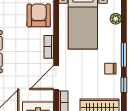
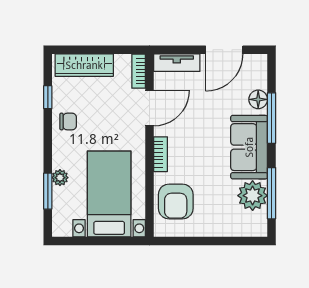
plant: (116, 19) -> (60, 178), moved
window: (124, 55) -> (48, 191), moved

